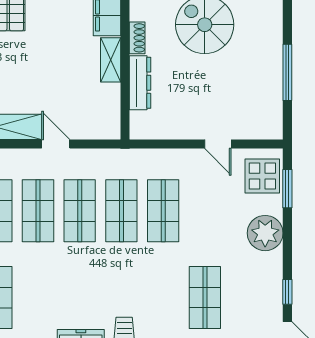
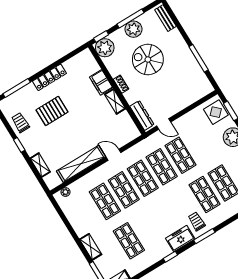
dresser: (140, 83) -> (142, 115), moved
door: (218, 144) -> (164, 124), moved
shop shelf: (163, 297) -> (205, 195), added

